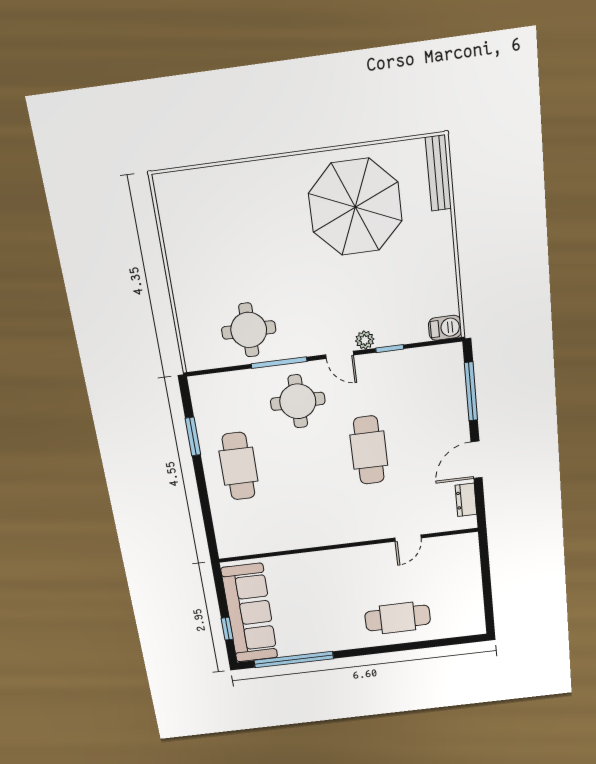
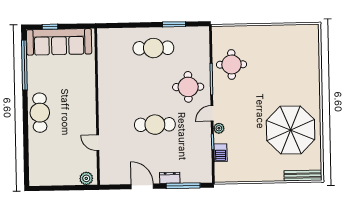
barbecue: (445, 328) -> (220, 153), moved
dresser: (466, 500) -> (170, 178), moved
plant: (469, 550) -> (86, 178), added
cafe table: (398, 618) -> (40, 113), moved

